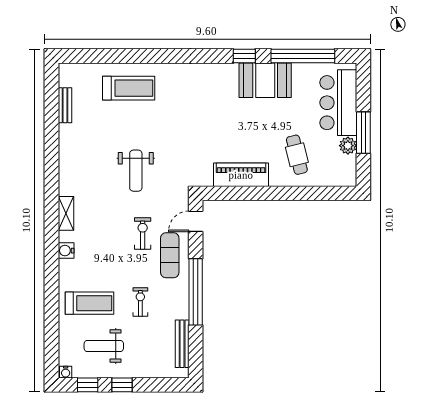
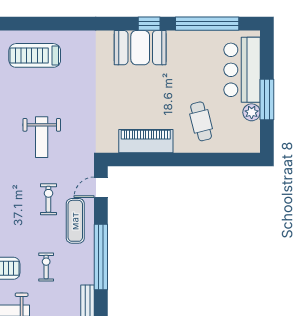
booth: (265, 80) -> (140, 48), moved
treadmill: (129, 88) -> (35, 55), turned 180

